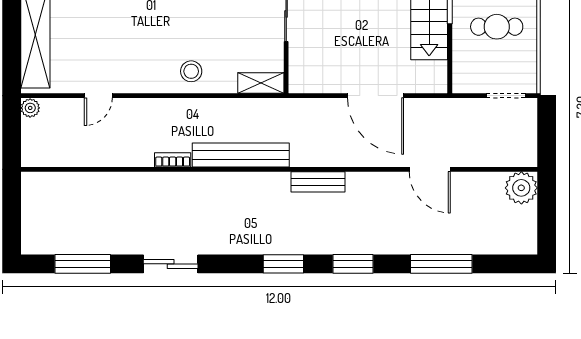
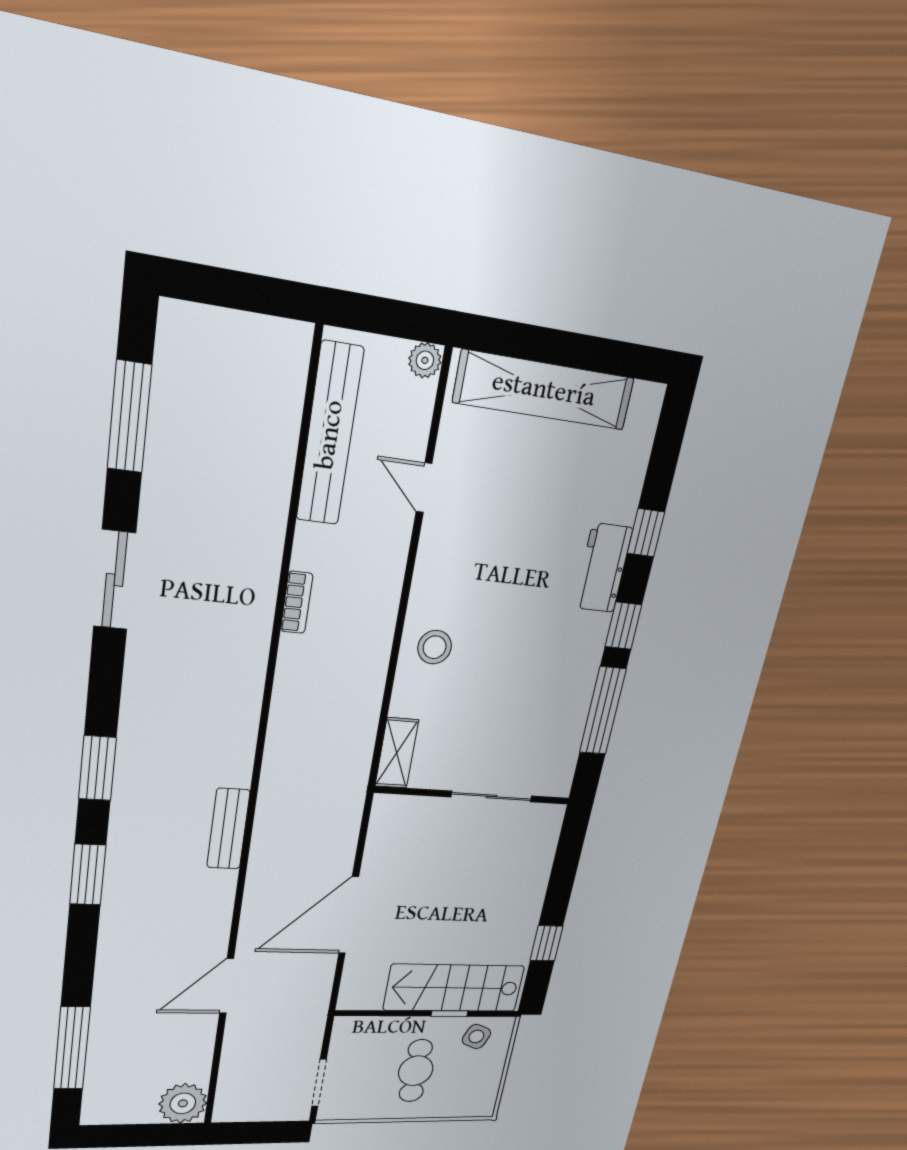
bench: (241, 155) -> (330, 435), moved
window: (441, 264) -> (72, 1048), moved

